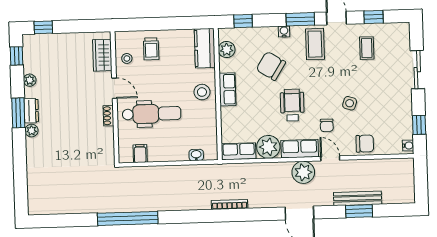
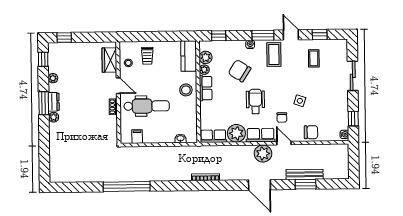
plant: (225, 65) -> (204, 70), added

